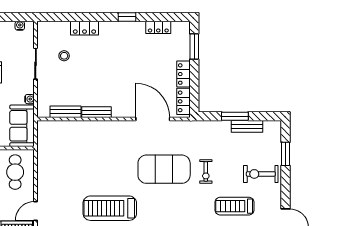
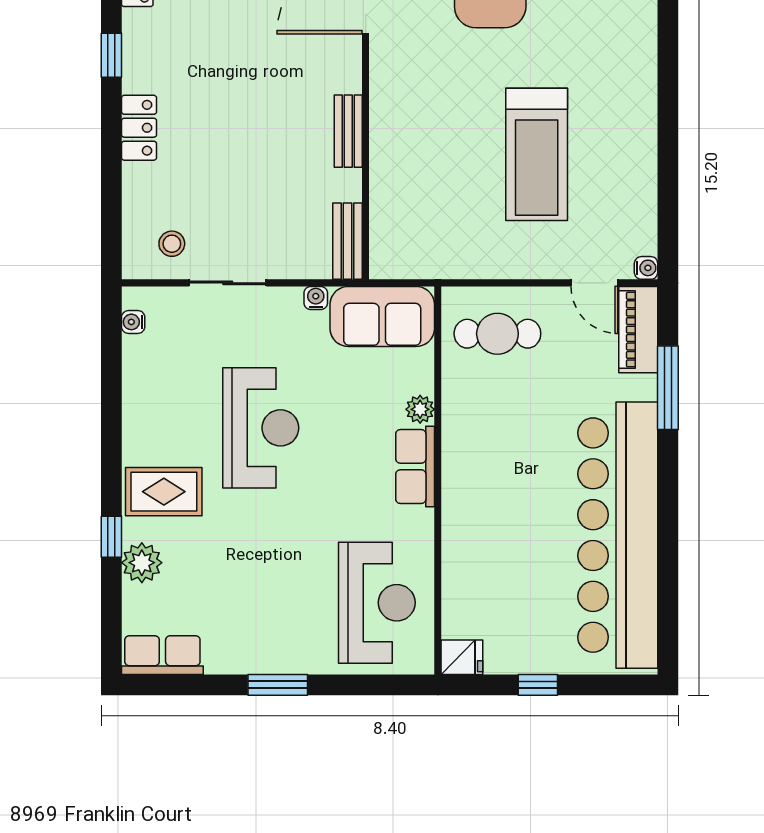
locker: (84, 28) -> (139, 128), moved
stool: (64, 56) -> (172, 244), moved
bench: (65, 112) -> (348, 241), moved
treadmill: (110, 208) -> (537, 154), moved

